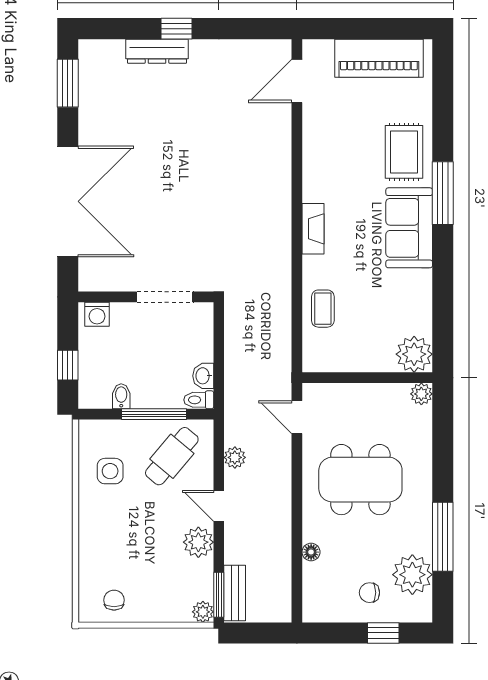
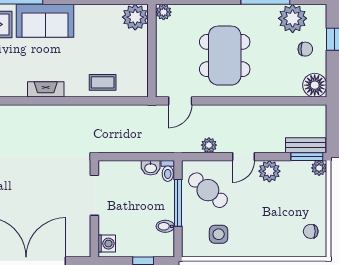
floor lamp: (311, 552) -> (315, 85), moved, width x1.89, depth x1.89
chair: (369, 593) -> (305, 49), turned -90

